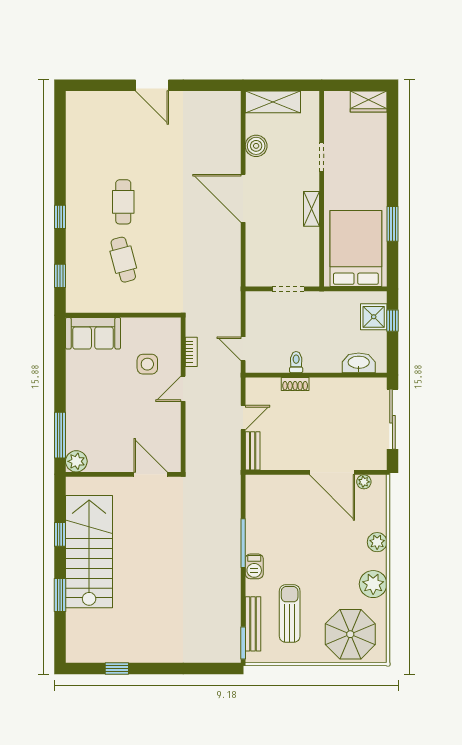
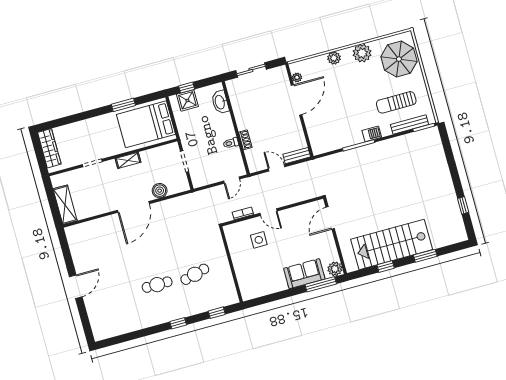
wardrobe: (369, 101) -> (49, 148), width x1.50
boiler: (256, 146) -> (160, 191), moved
sofa: (93, 333) -> (304, 274), moved, turned -90
sliding door: (392, 419) -> (251, 70), width x0.73

